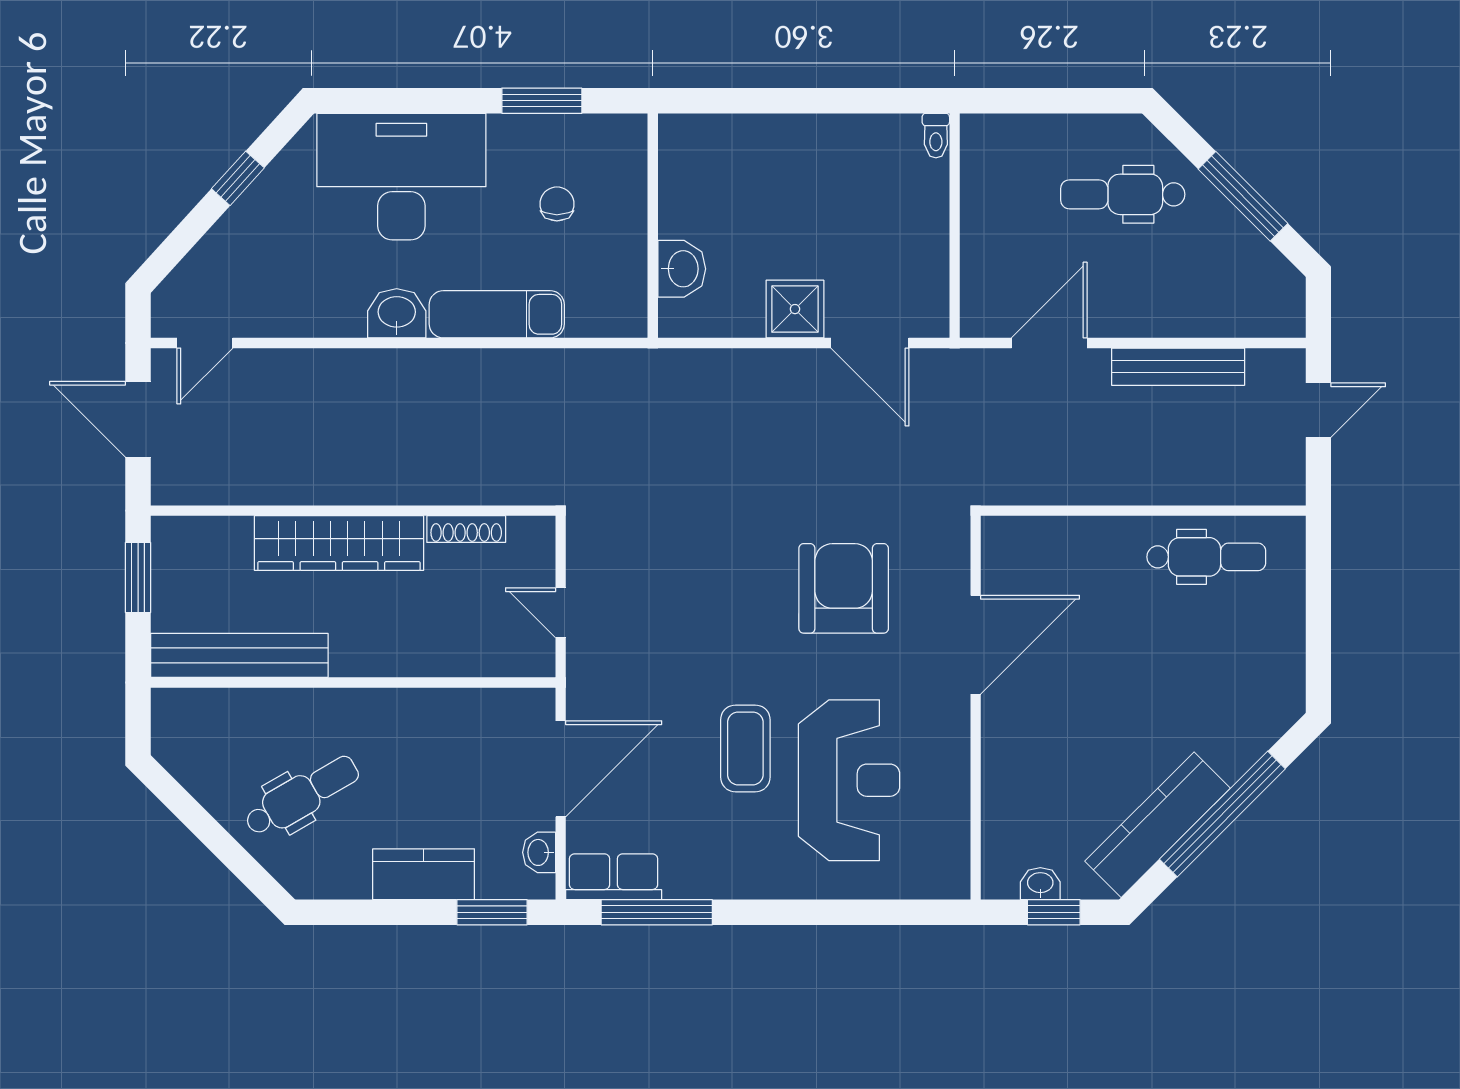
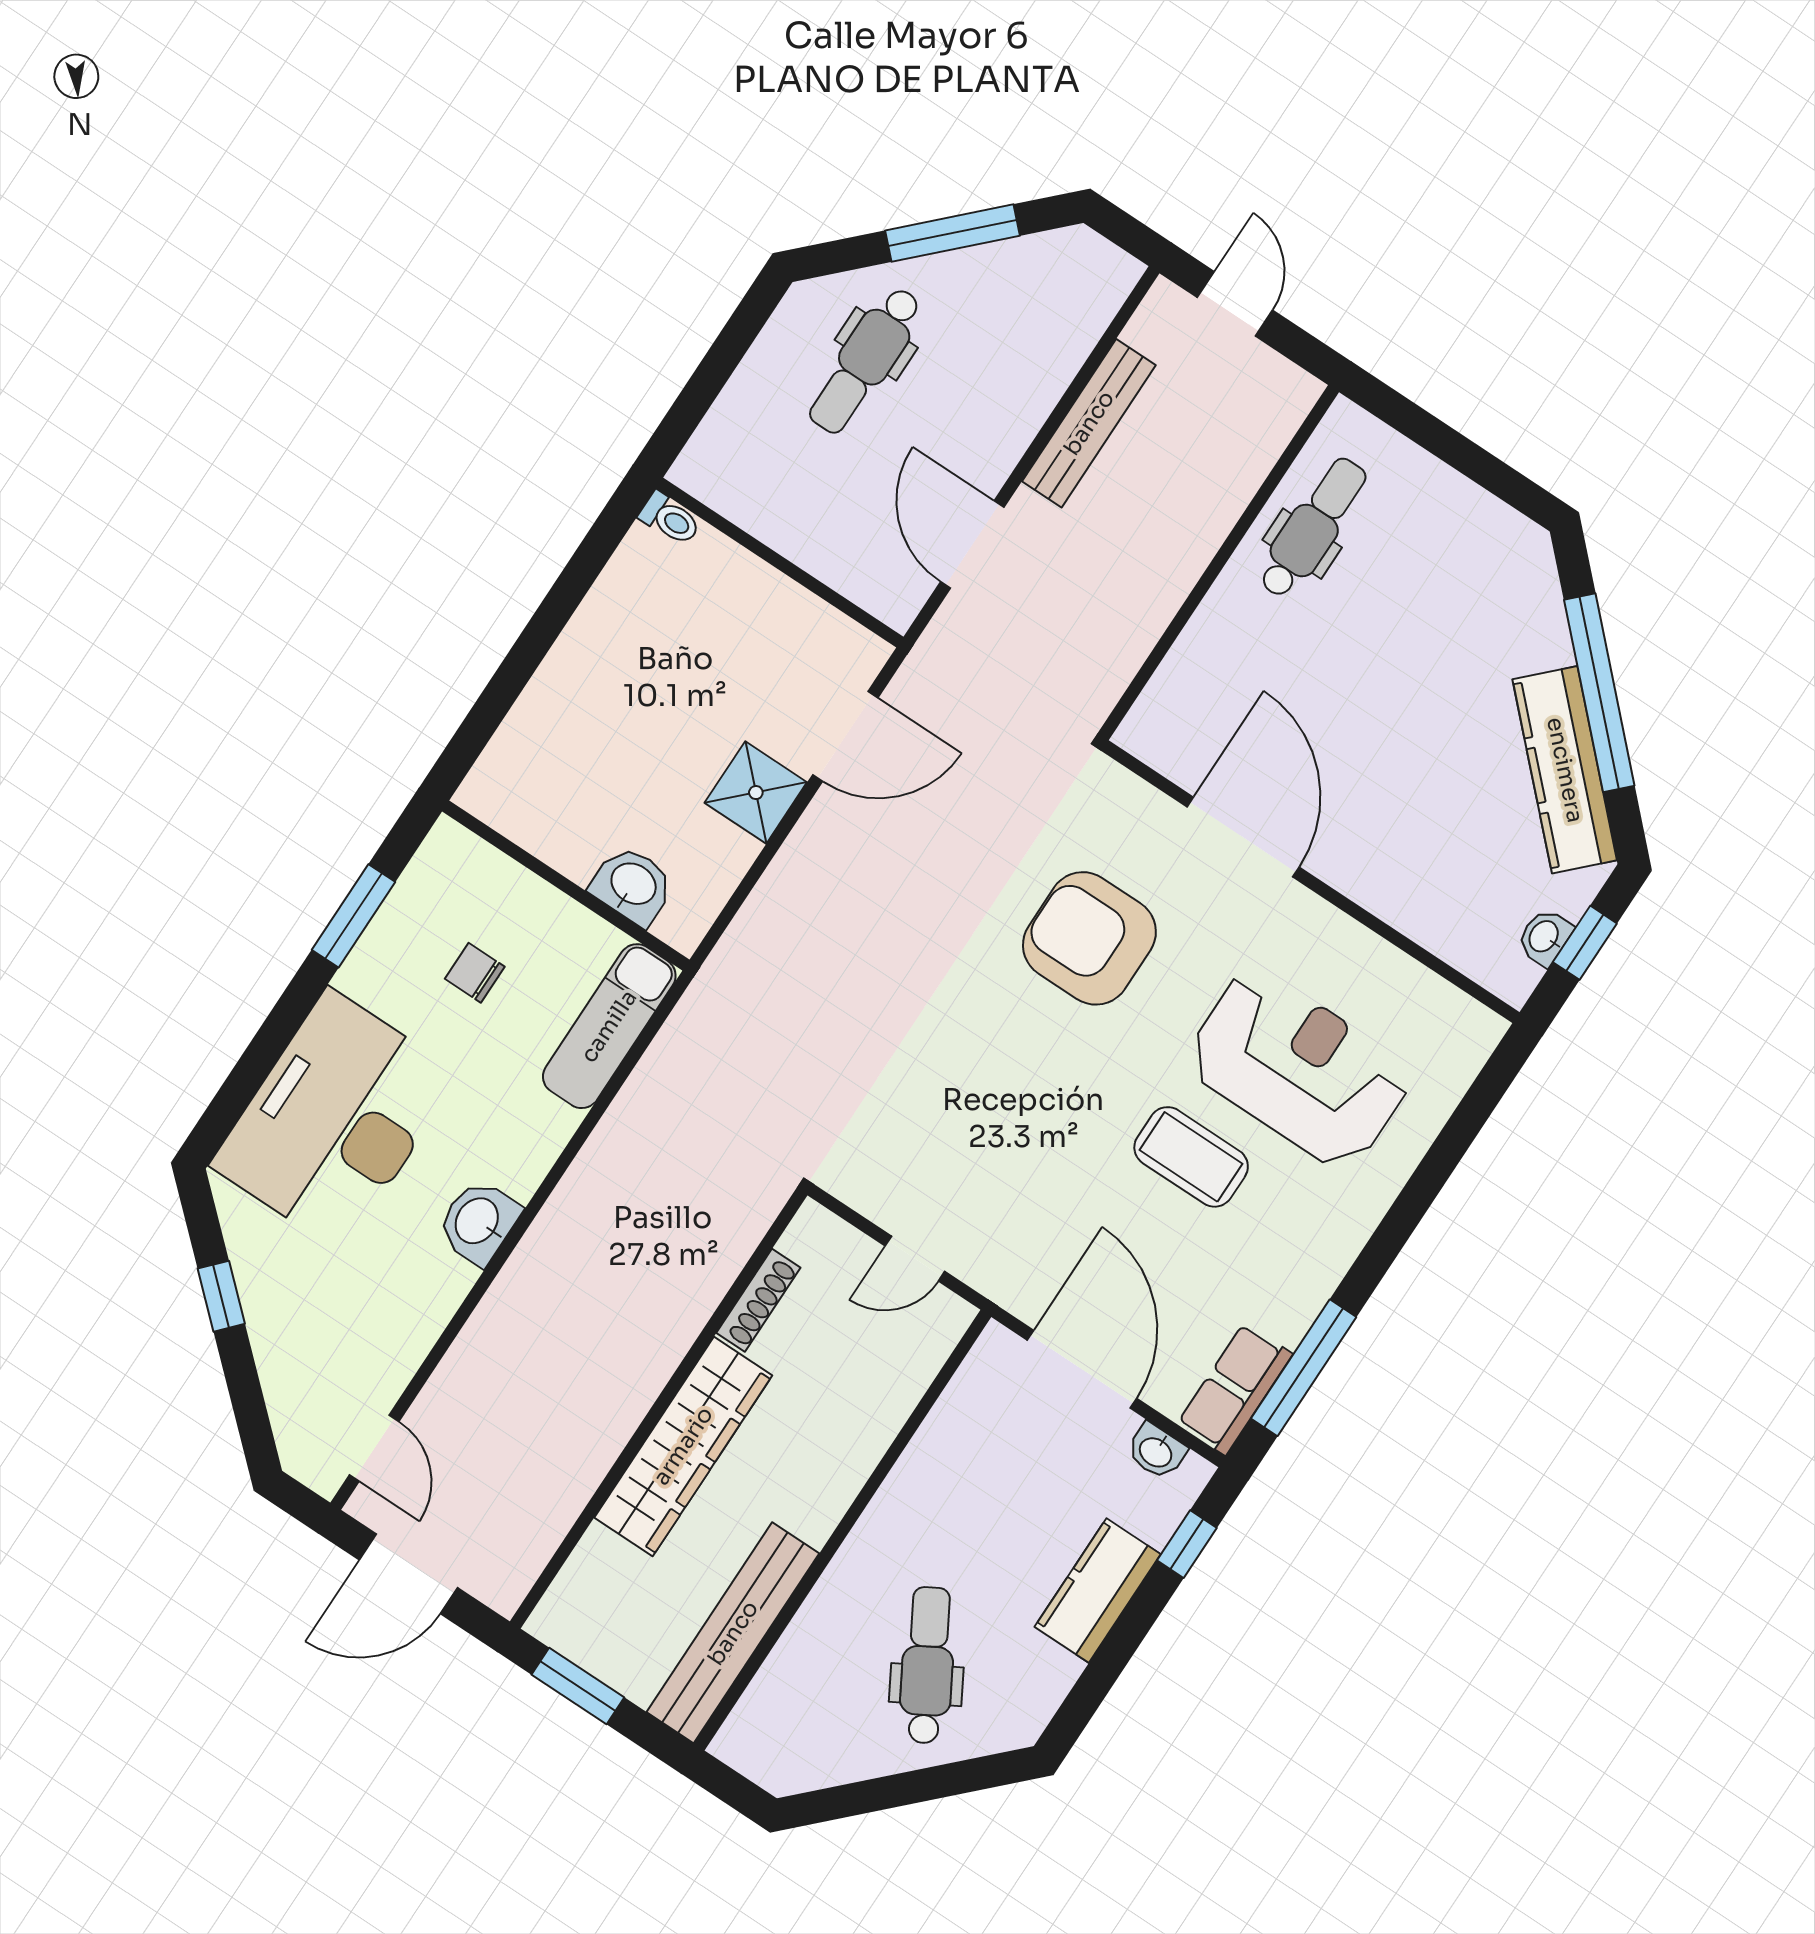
exam couch: (497, 314) -> (609, 1026), moved
window: (492, 912) -> (1187, 1544), width x0.67

